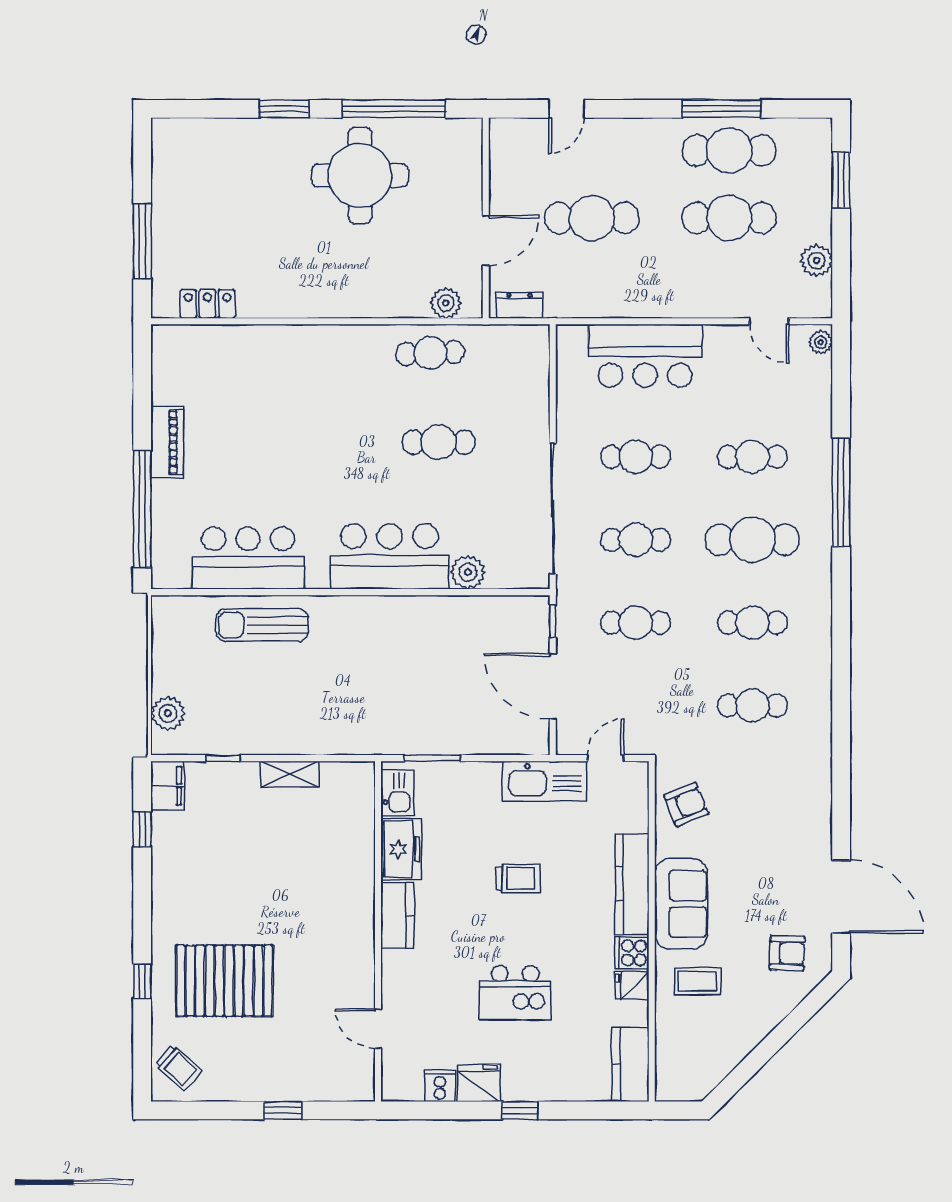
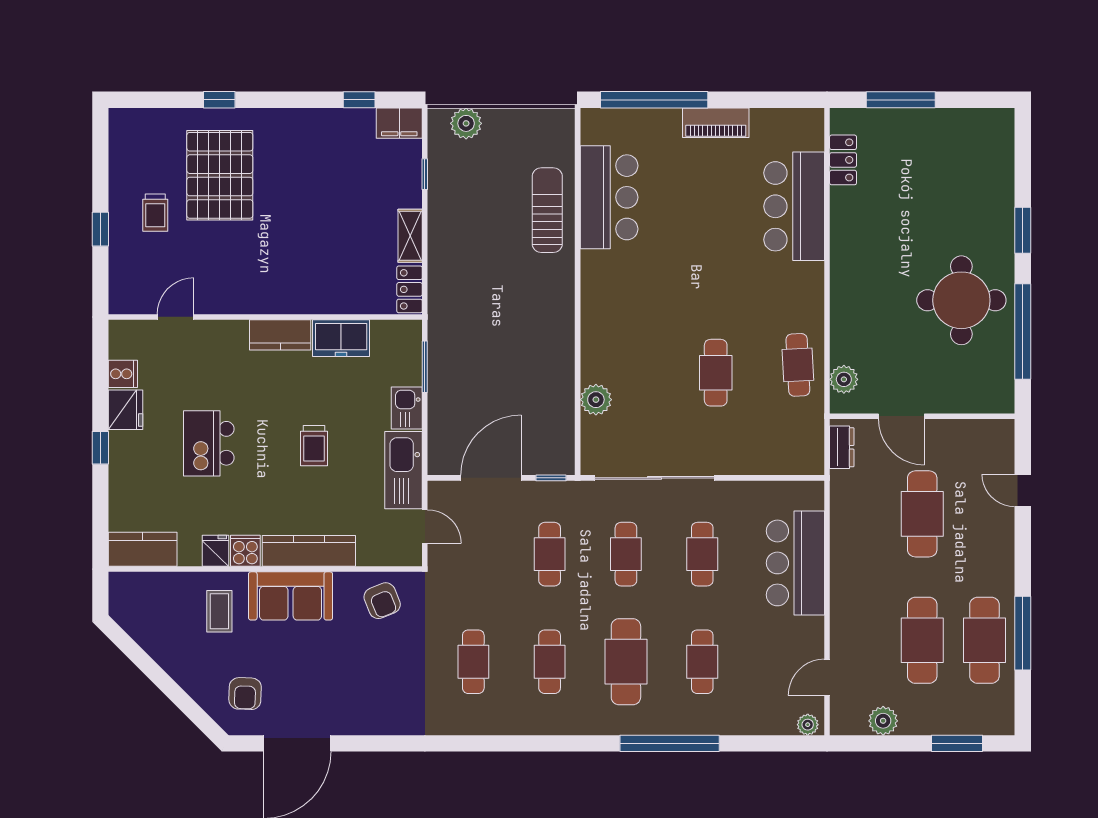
bar counter: (390, 556) -> (794, 206), moved, turned 180
locker: (348, 775) -> (410, 289), added
kitchen sink: (398, 793) -> (407, 408), moved, turned 90
trolley: (178, 1067) -> (155, 213), moved, turned -42

